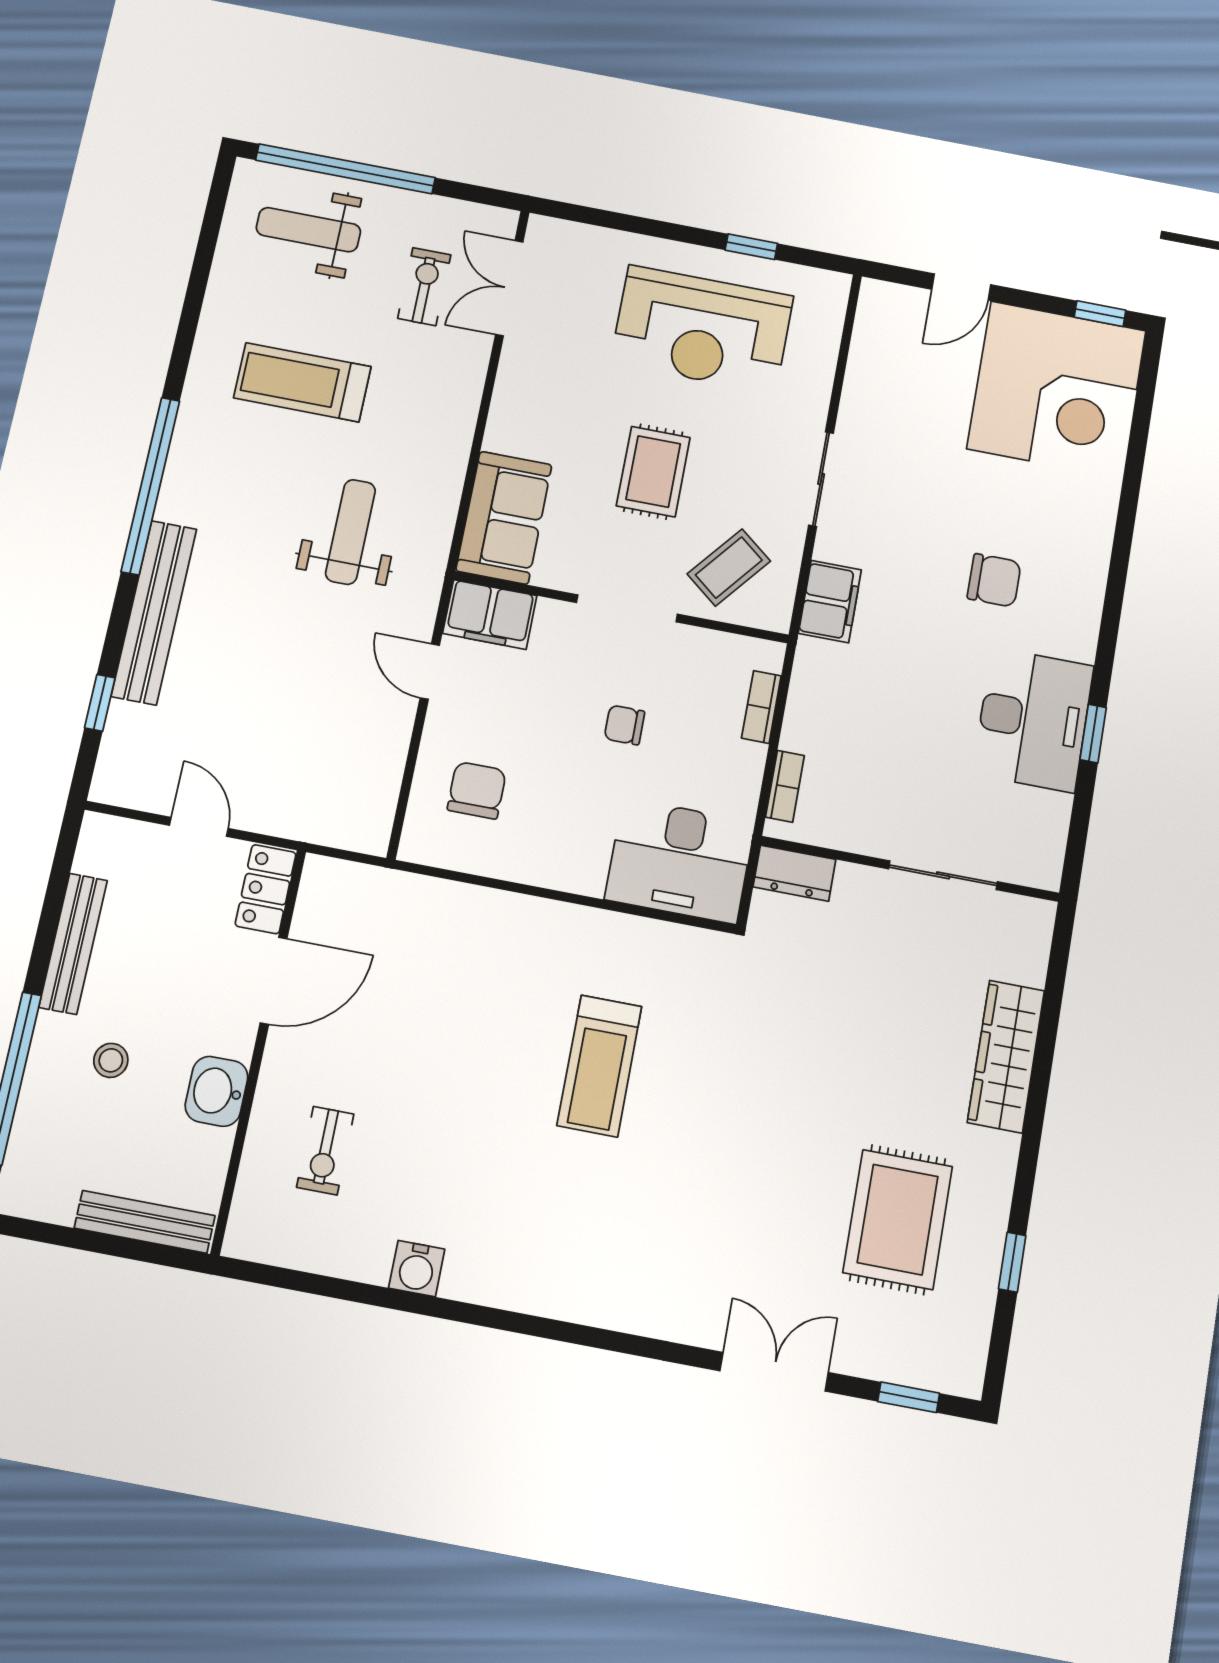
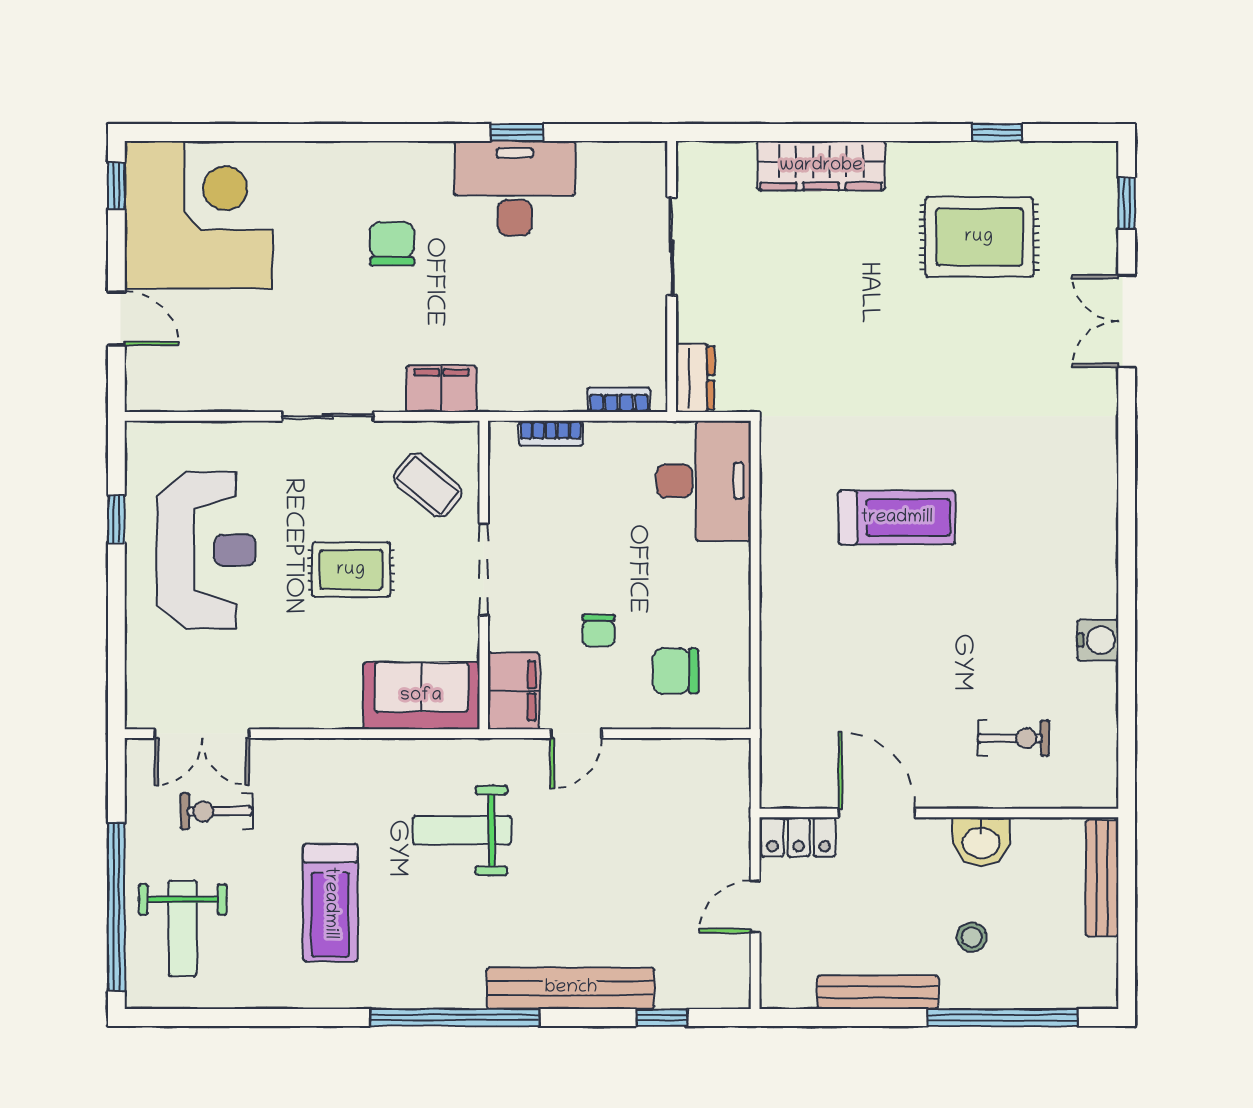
chair: (624, 725) -> (599, 631), moved

